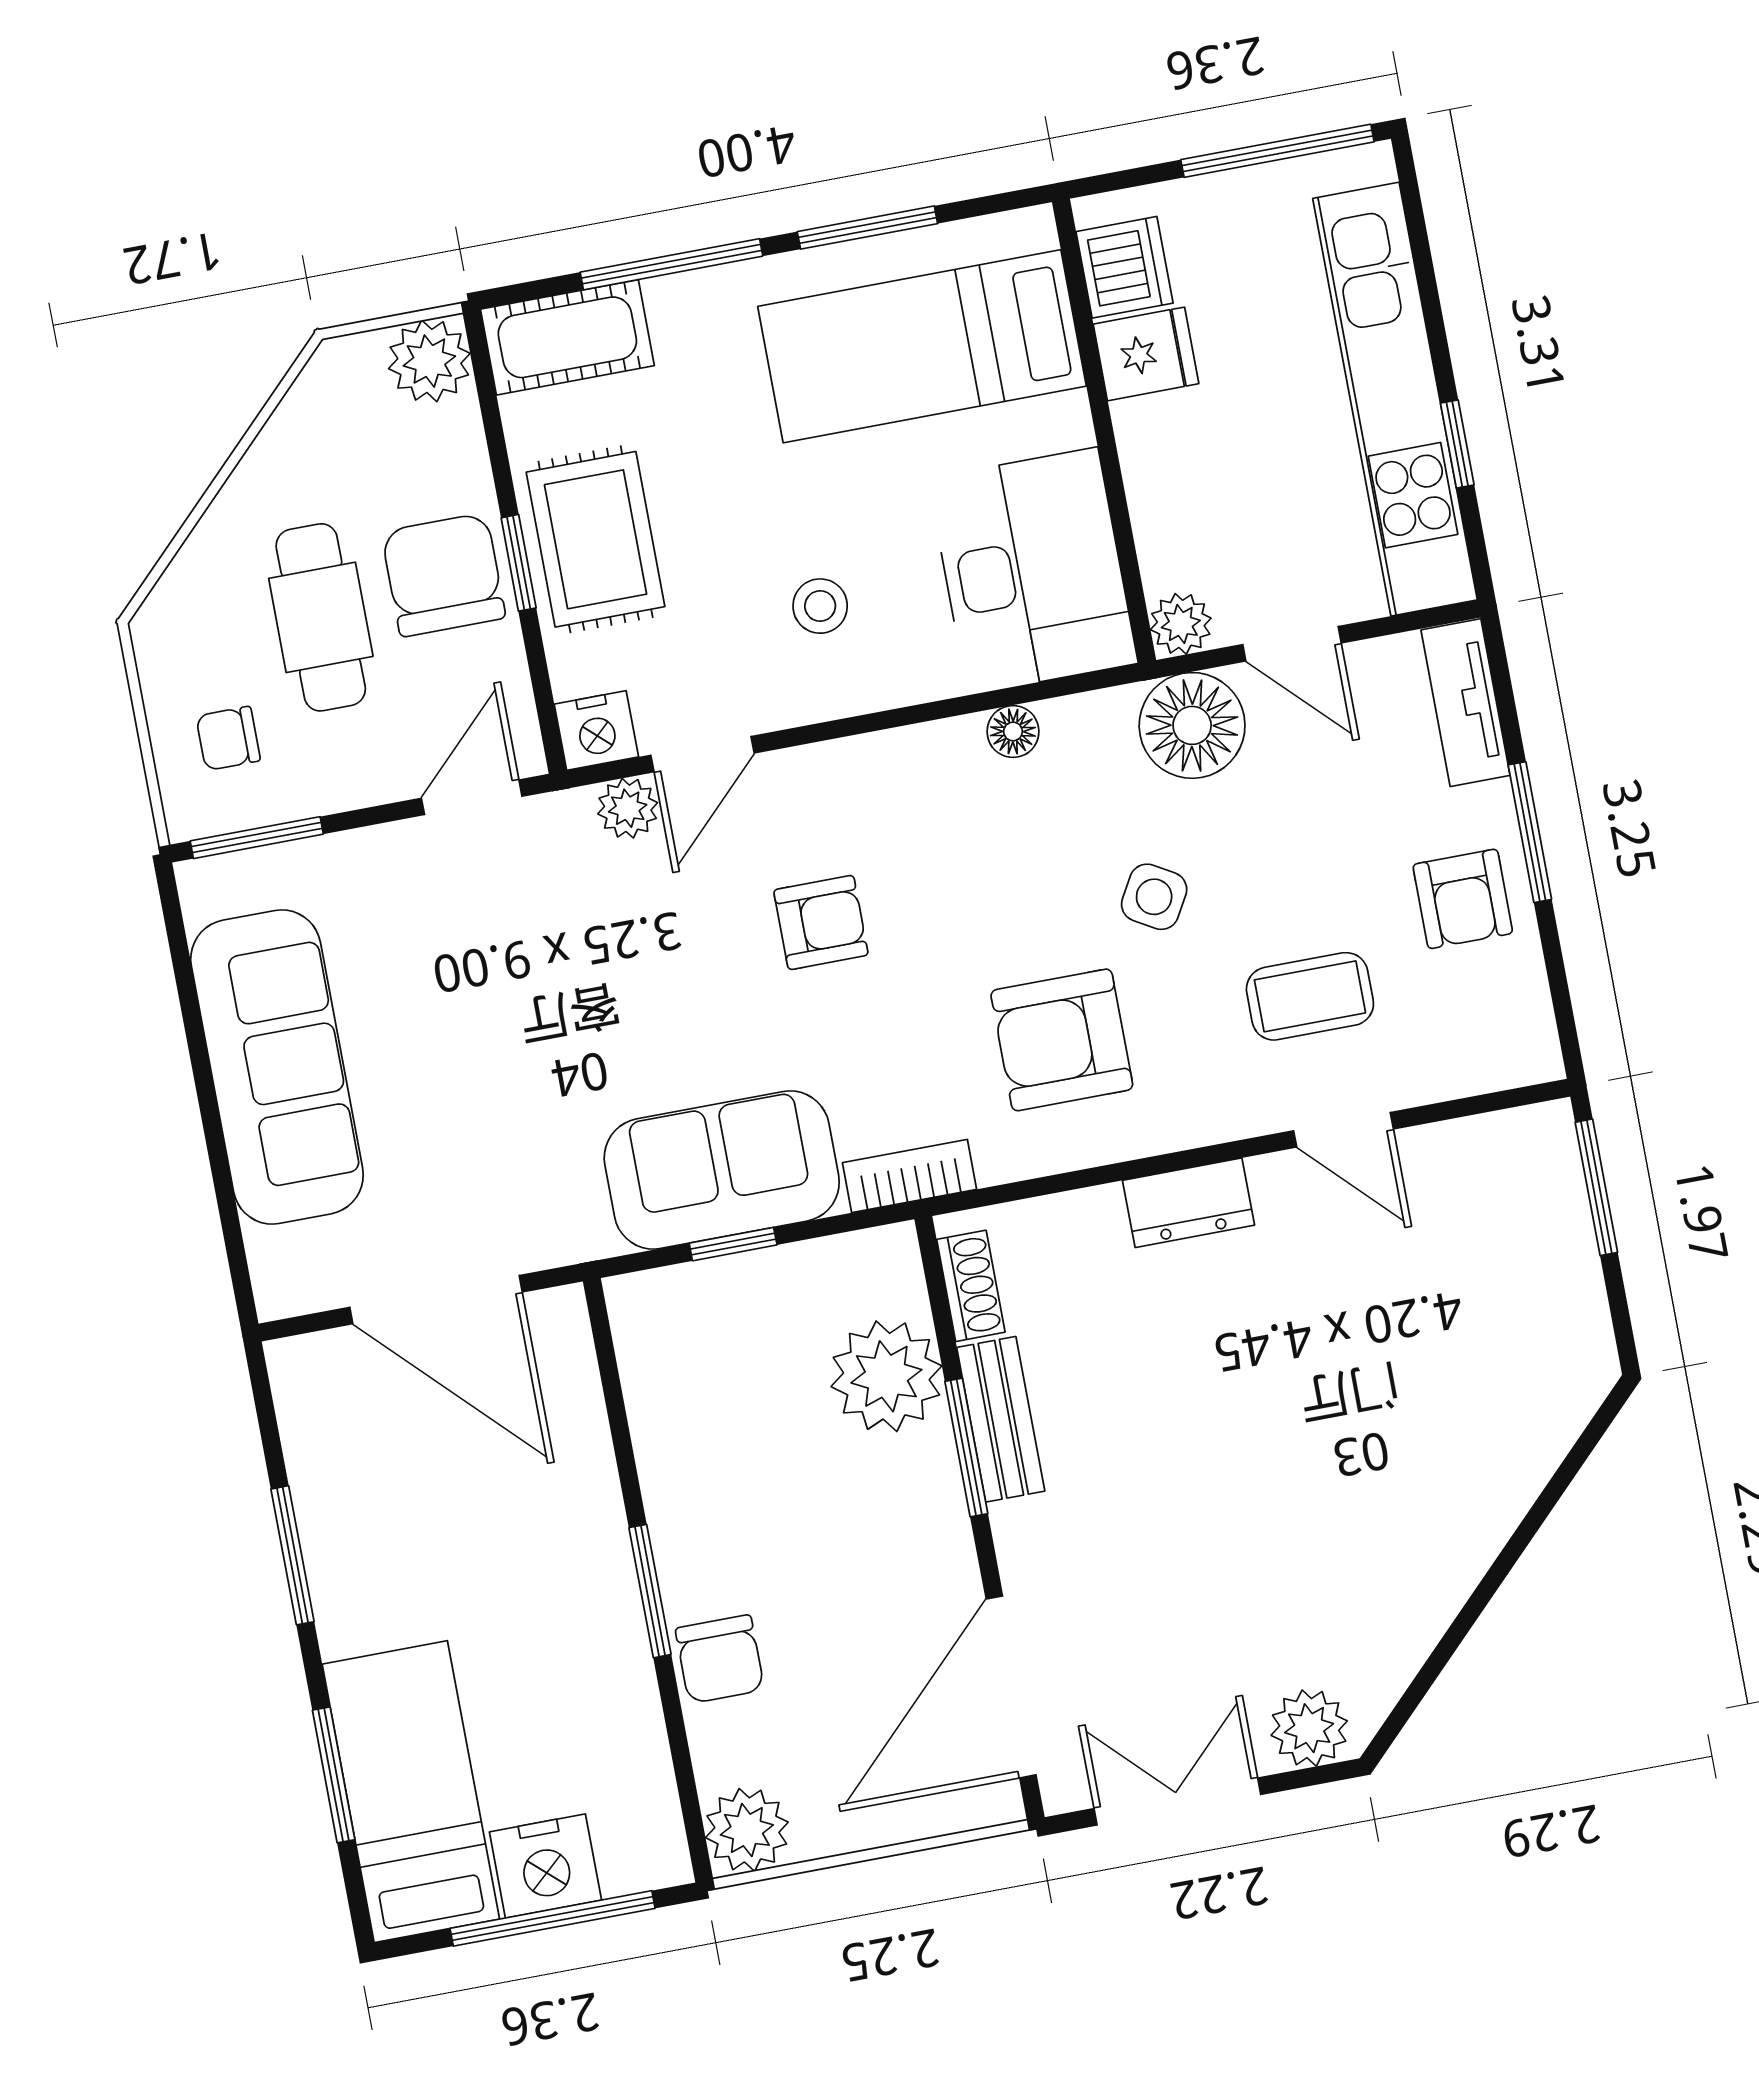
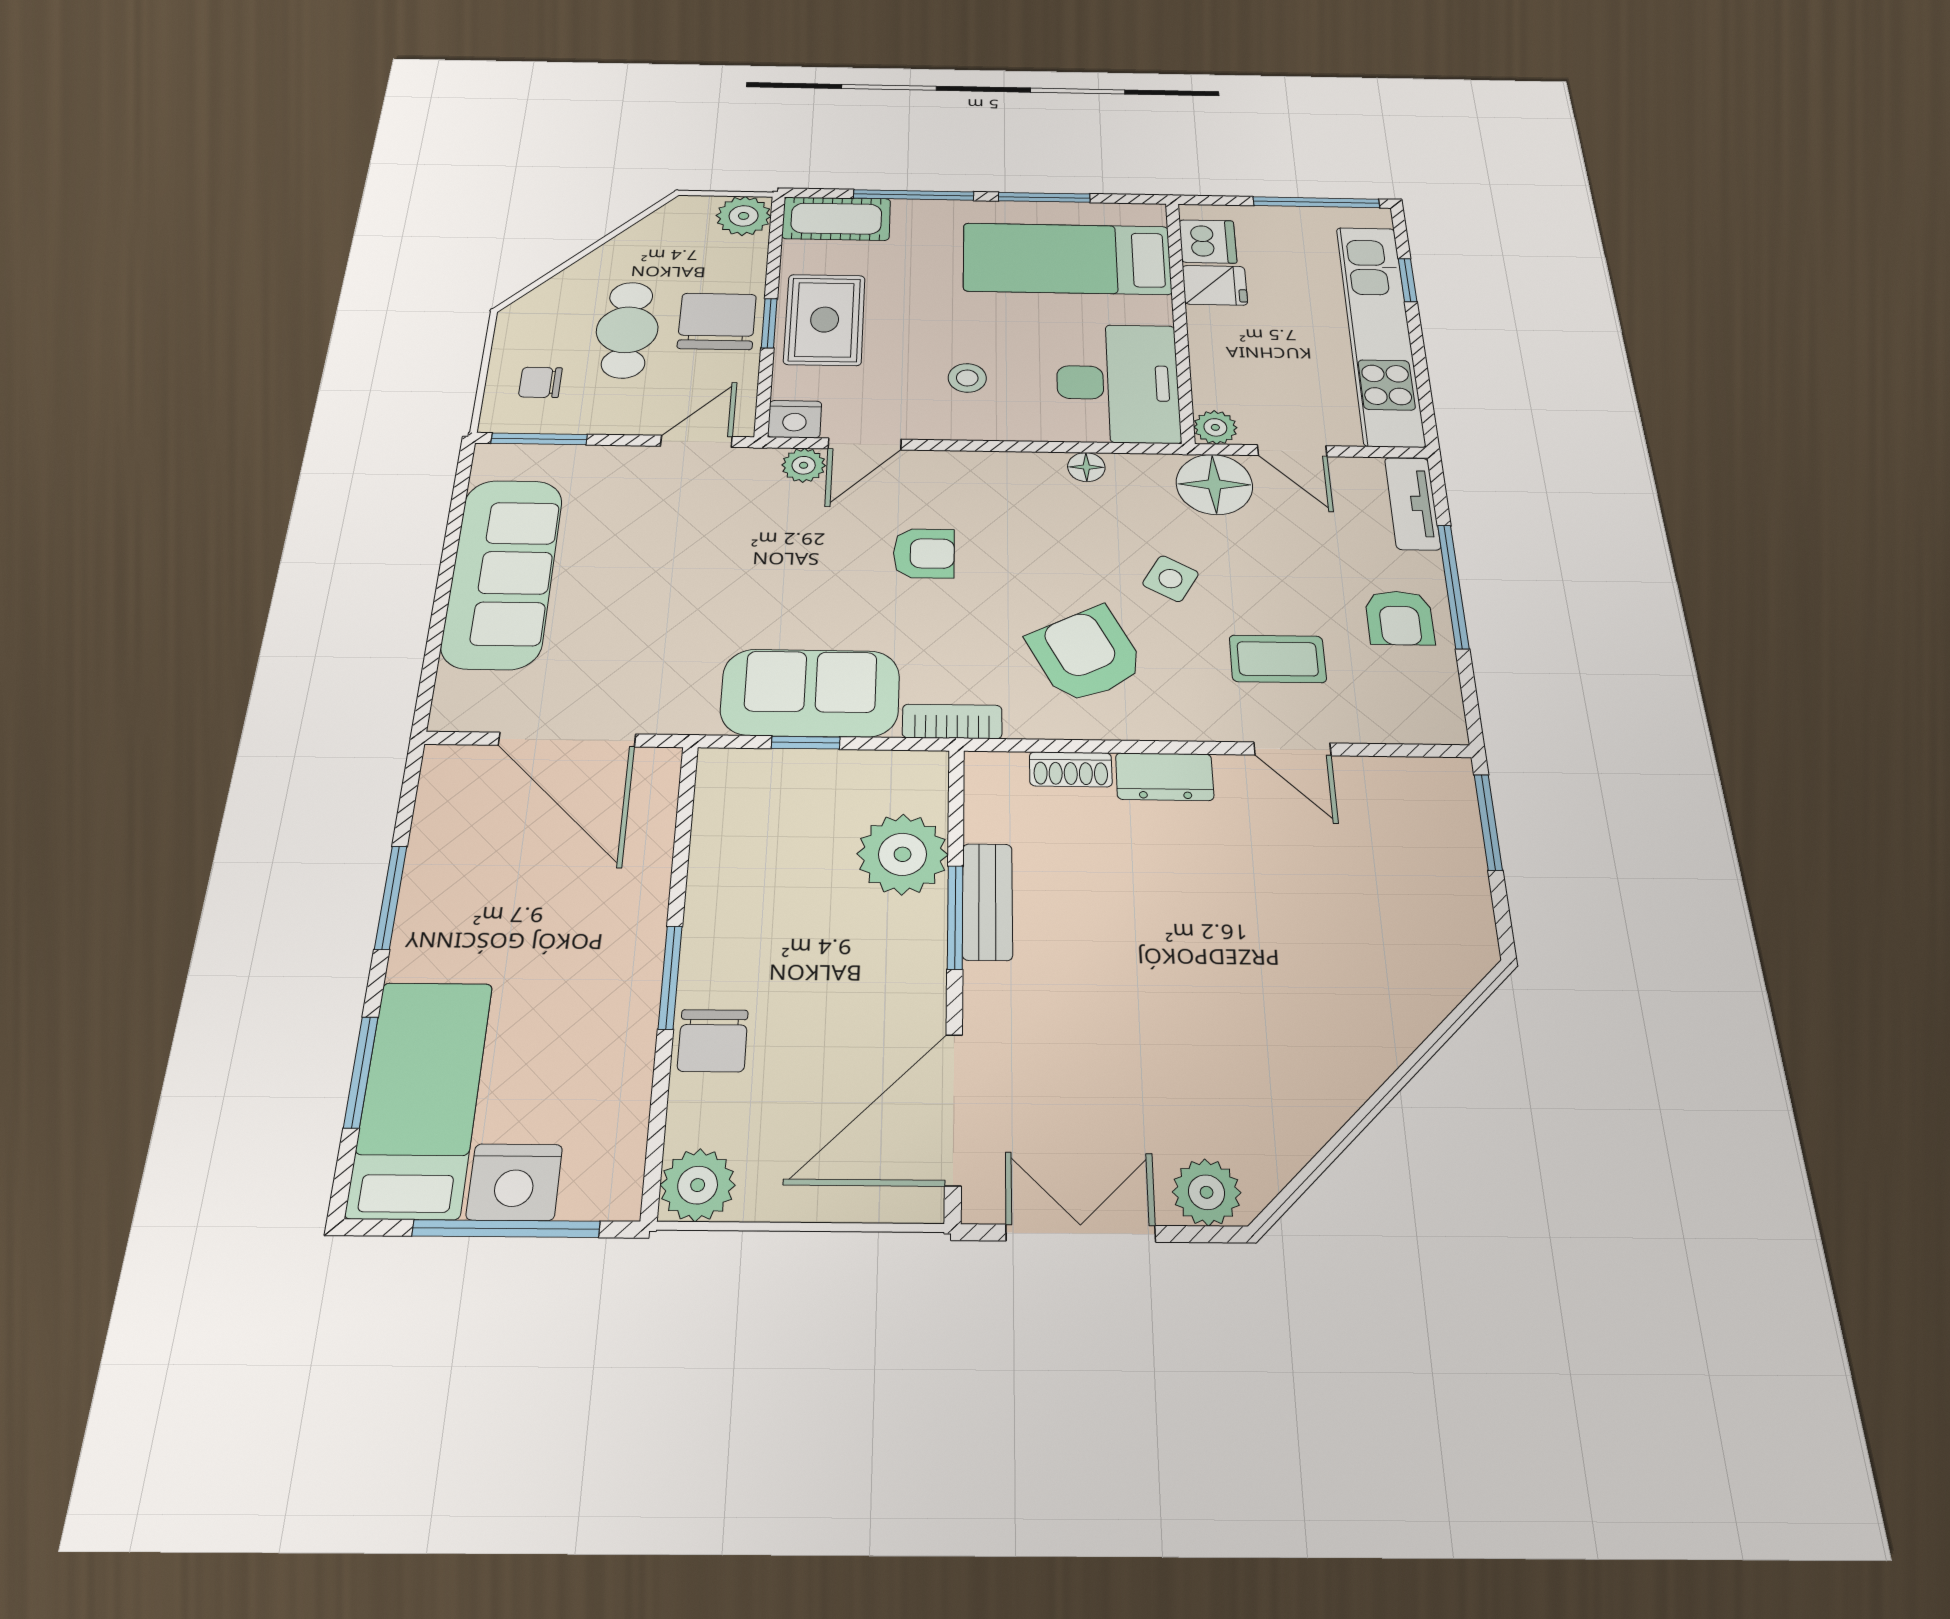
window: (1457, 444) -> (1408, 280), moved
window: (1530, 832) -> (1453, 586), width x1.44
armchair: (1062, 1040) -> (1086, 654), turned 63
shoe rack: (971, 1286) -> (1071, 769), moved, turned 90

